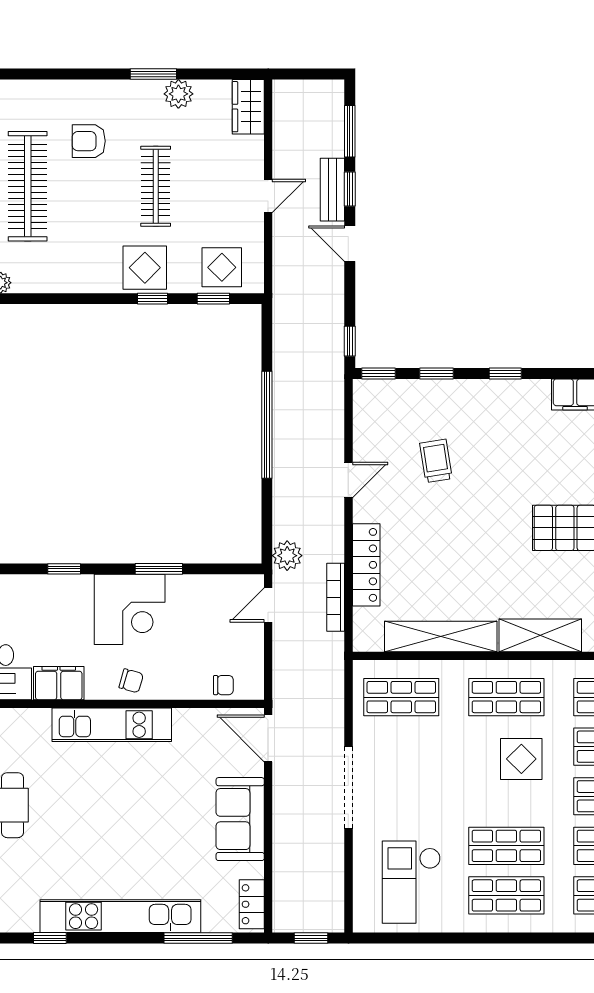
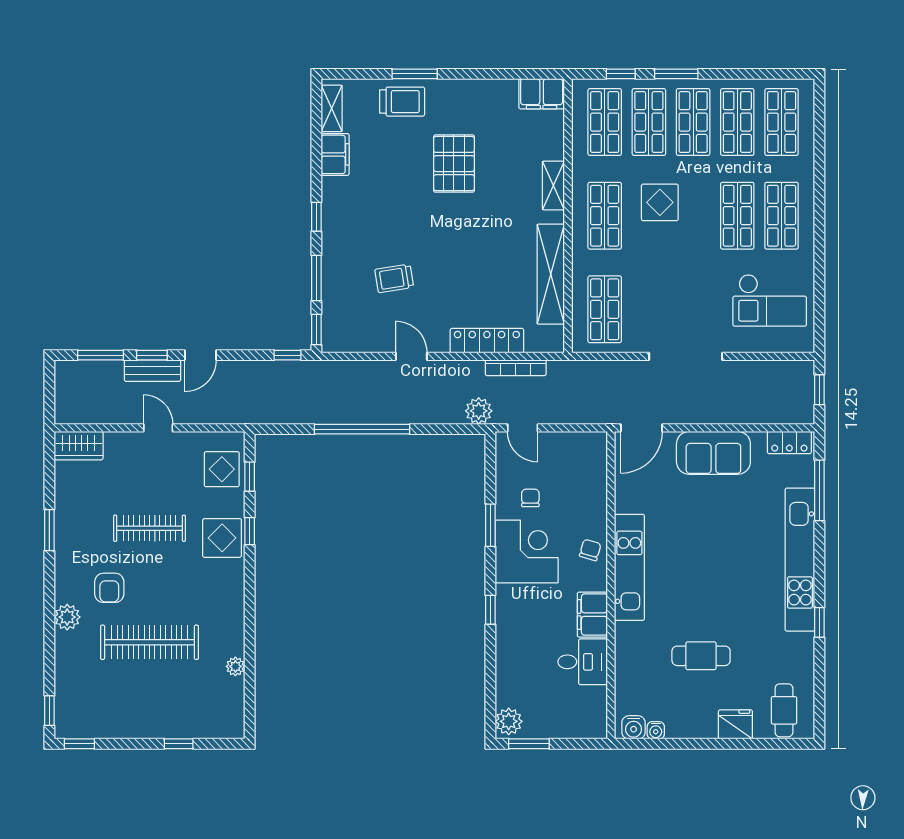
plant: (178, 94) -> (67, 617), moved
window: (436, 374) -> (316, 278), width x1.50
shelving: (540, 635) -> (553, 185), width x0.67, depth x0.75
chair: (223, 685) -> (530, 498), moved

